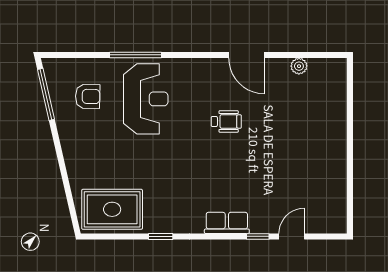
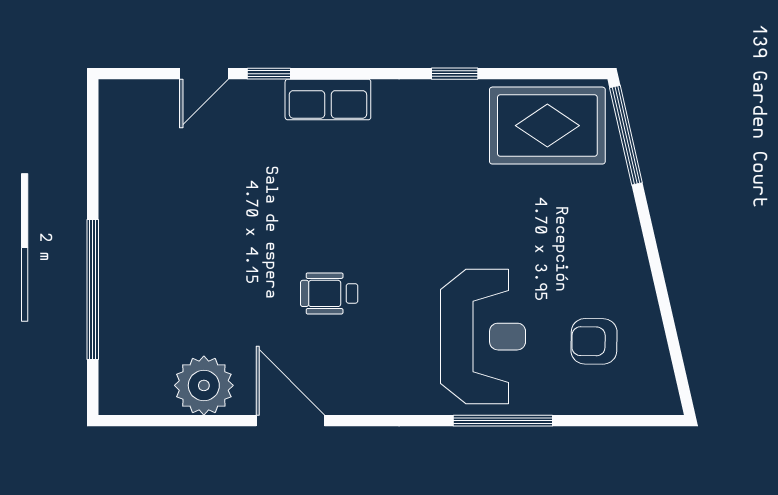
plant: (299, 66) -> (204, 385), width x1.88, depth x1.88
window: (46, 94) -> (626, 135), moved
reception desk: (146, 99) -> (483, 337), turned 180
window: (350, 124) -> (93, 289), added

